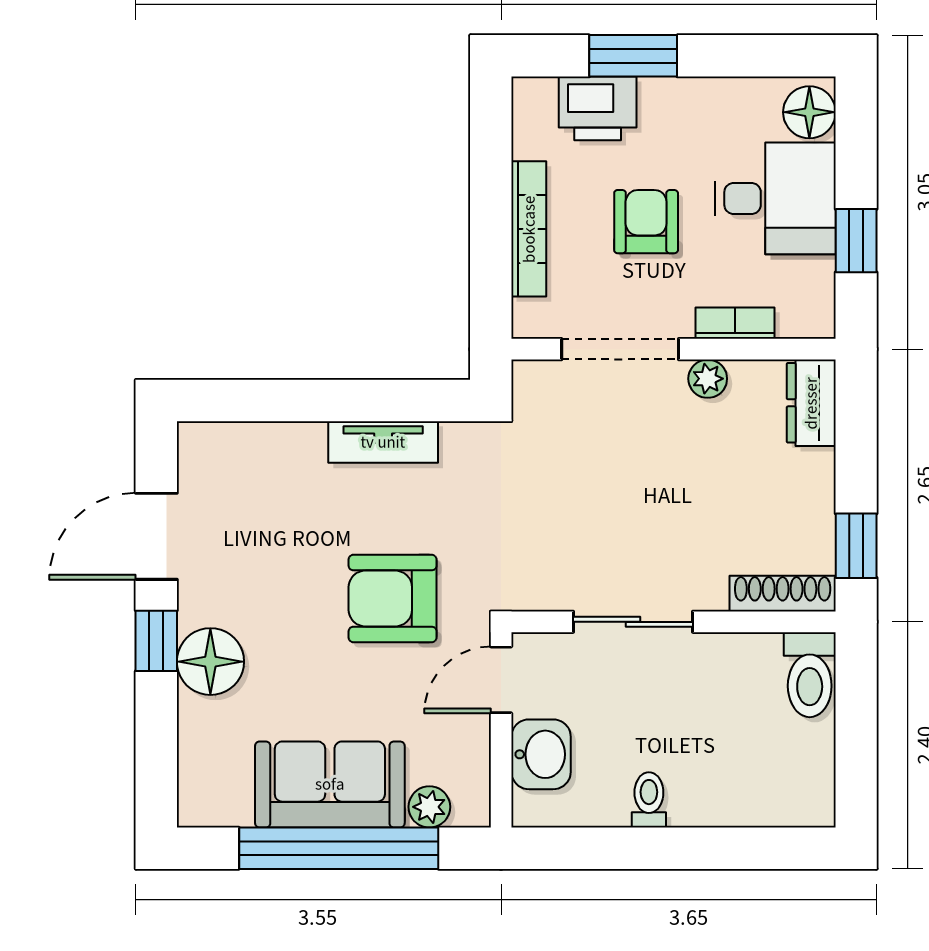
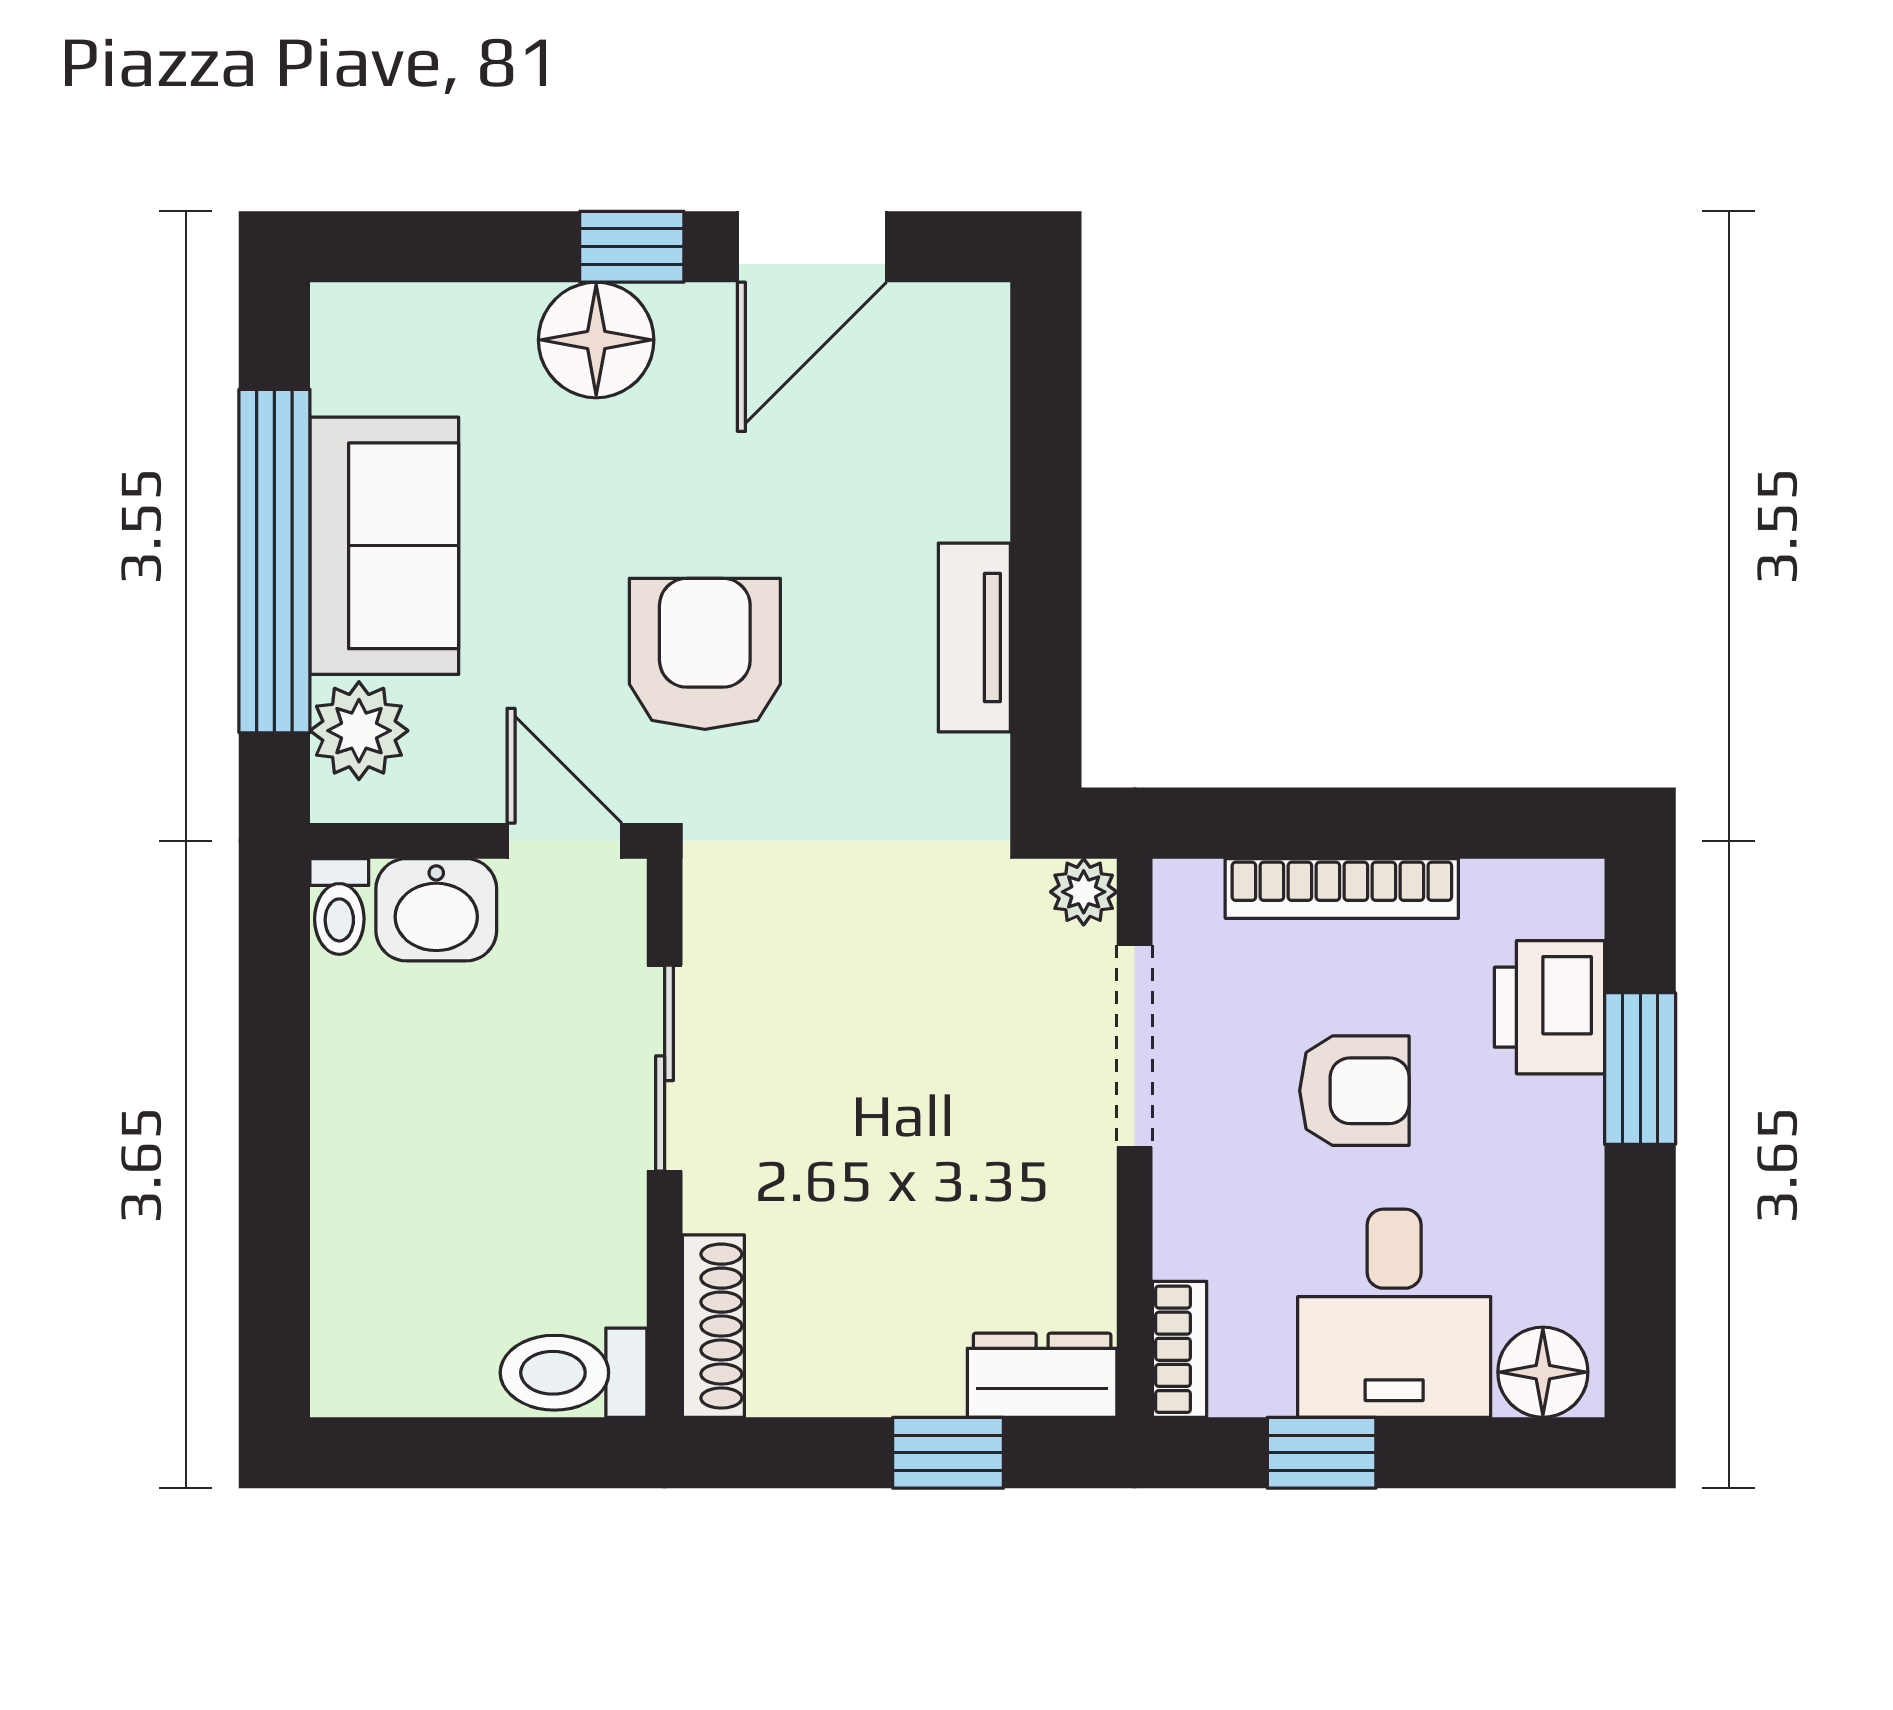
bookcase: (735, 323) -> (1180, 1349), moved
plant: (708, 379) -> (1084, 892), moved
door: (156, 536) -> (812, 247), swing flipped
window: (856, 546) -> (948, 1453), moved
toilet: (649, 800) -> (339, 907), moved, turned 90
plant: (429, 807) -> (359, 731), width x1.38, depth x1.38

